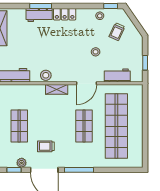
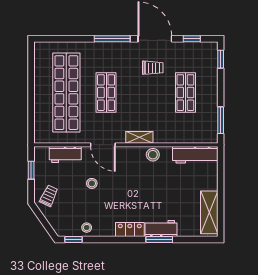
trolley: (117, 32) -> (49, 196), moved
door: (87, 83) -> (103, 145), swing flipped
plant: (22, 163) -> (183, 48), removed

